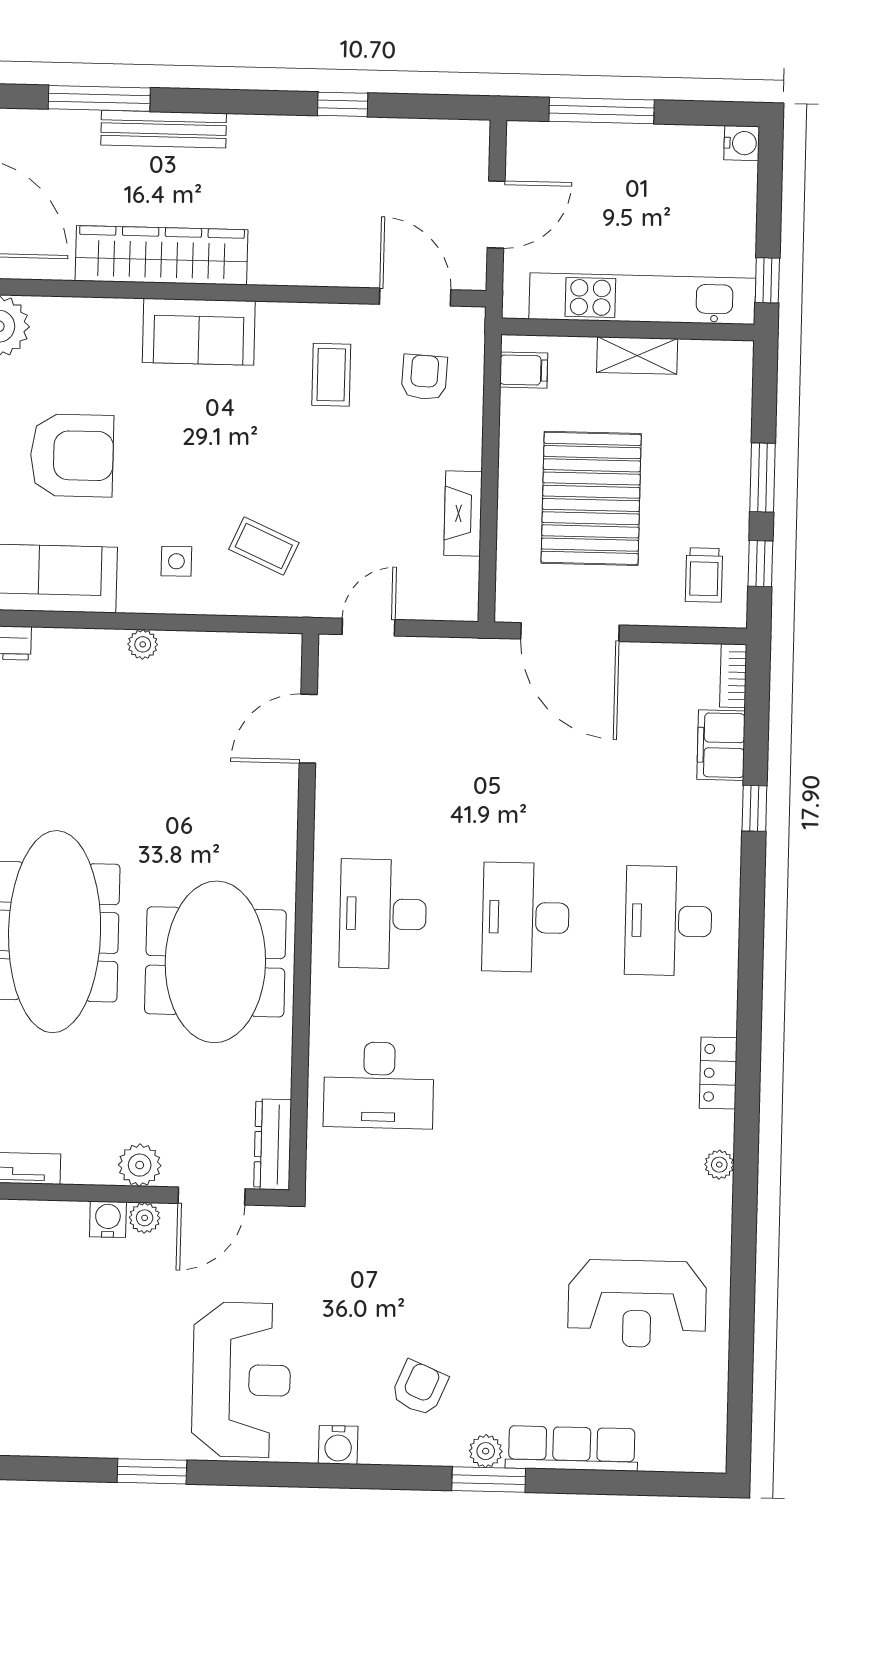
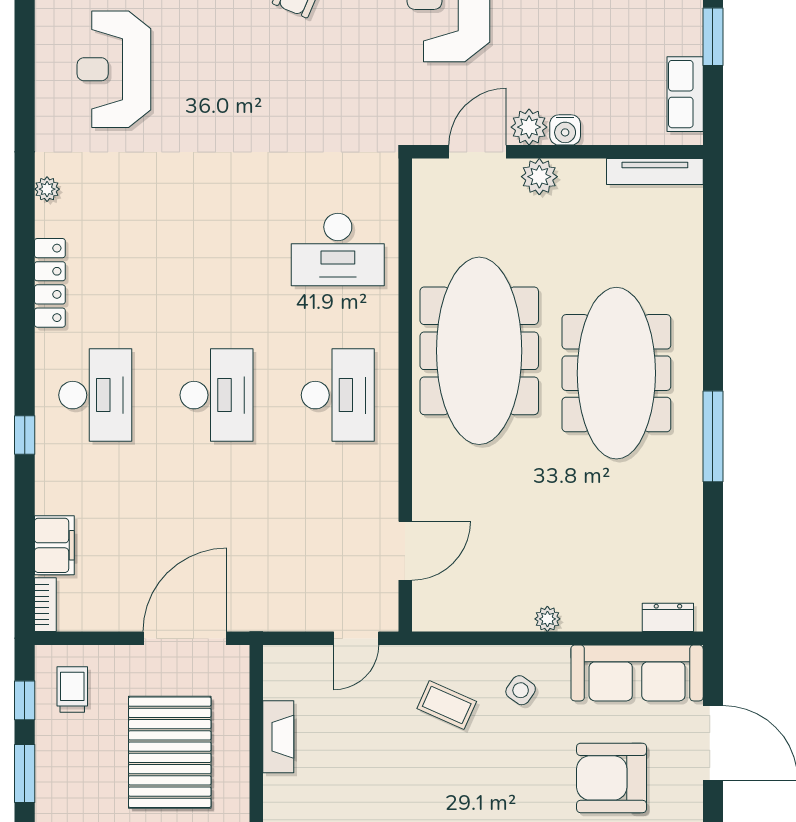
side table: (176, 561) -> (521, 690), turned 35
door: (570, 632) -> (185, 638), hinge flipped
window: (754, 808) -> (25, 435), moved
meeting table: (215, 962) -> (479, 351), width x1.36
locker: (718, 1073) -> (50, 283), width x1.53
desk: (379, 1085) -> (338, 250), turned 180
dresser: (273, 1144) -> (427, 197), removed
plant: (145, 1218) -> (529, 127), width x1.38, depth x1.38
reception desk: (637, 1304) -> (114, 69), turned -90

